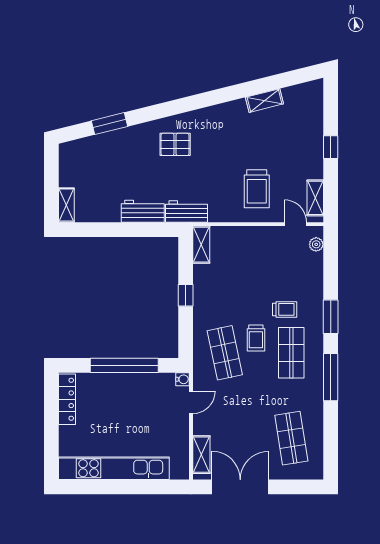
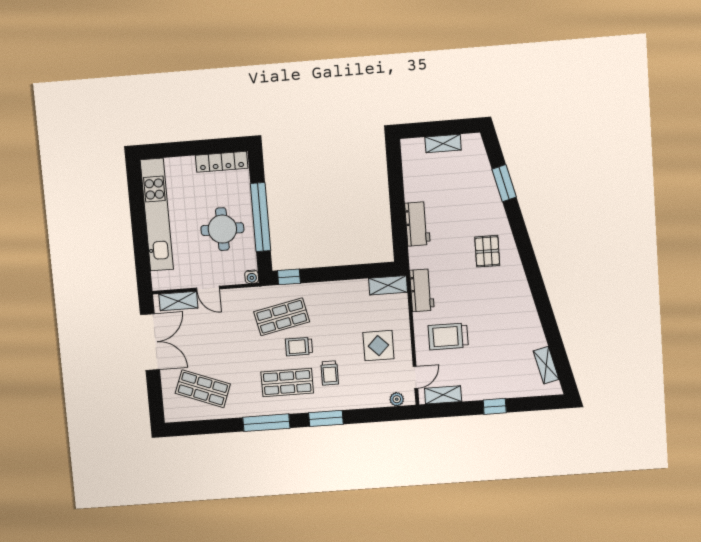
shelving: (264, 101) -> (546, 365), moved
shelving: (66, 205) -> (443, 144), moved
workbench: (187, 211) -> (422, 290), moved
display table: (261, 259) -> (378, 346), added
window: (186, 295) -> (289, 277), moved
door: (191, 402) -> (208, 288), moved
round table: (133, 404) -> (222, 229), added
shop shelf: (291, 438) -> (203, 389), turned 30

